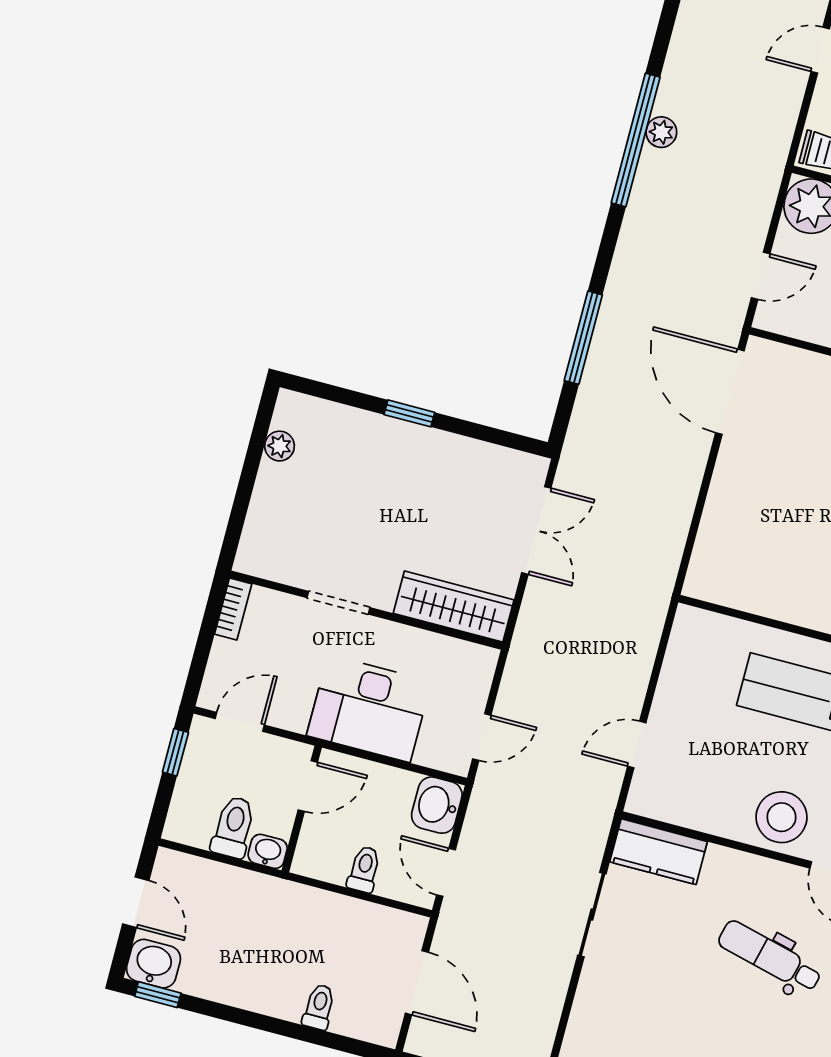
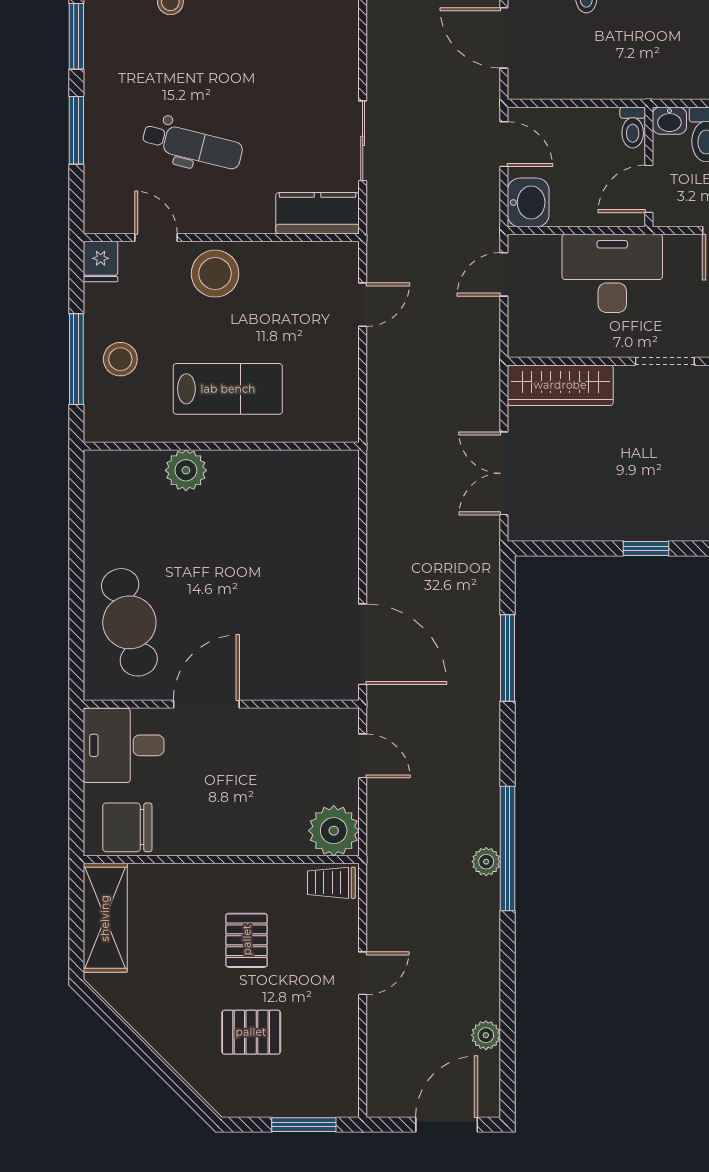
door: (761, 276) -> (363, 756), swing flipped
toilet: (364, 869) -> (633, 127), moved

